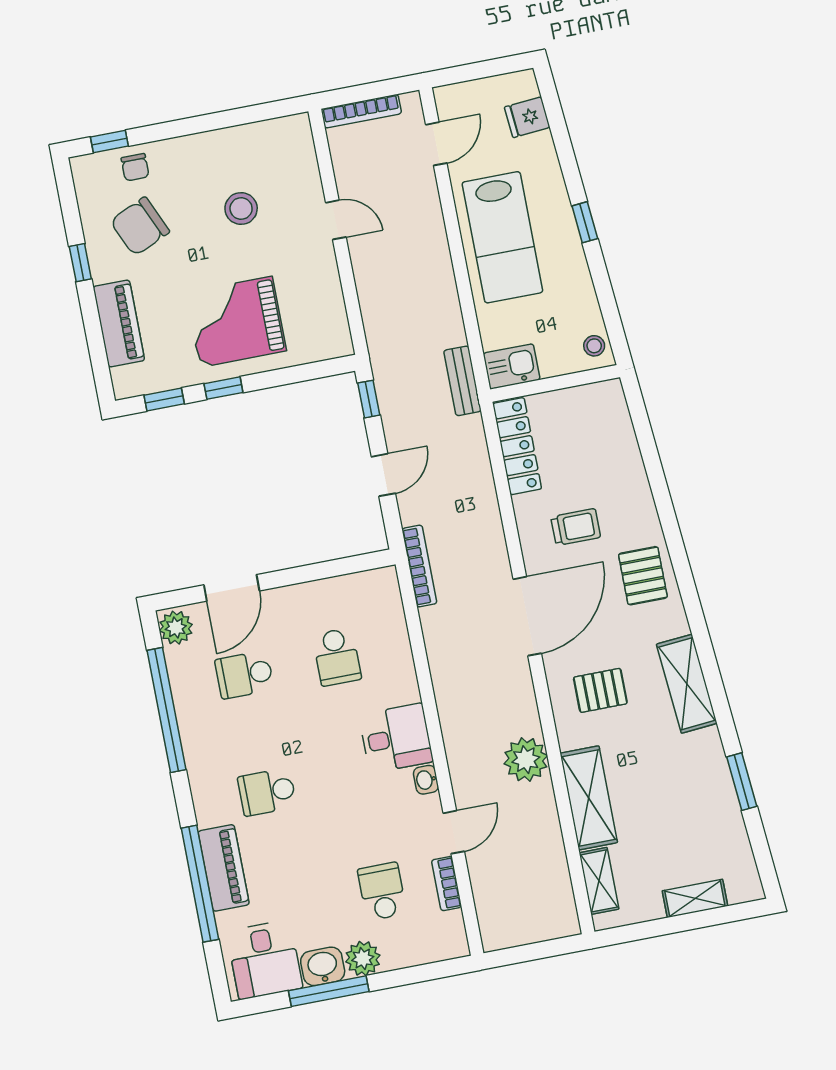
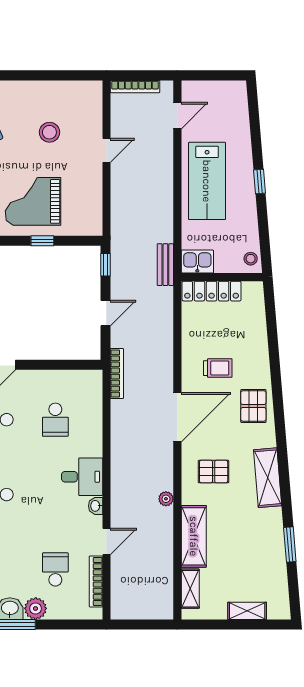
fridge: (527, 117) -> (237, 110), removed
door: (336, 220) -> (106, 150), hinge flipped
window: (223, 388) -> (42, 241), moved
locker: (517, 446) -> (212, 291), moved, turned 90
plant: (526, 760) -> (166, 499), width x0.53, depth x0.53
bookcase: (447, 884) -> (96, 581), width x1.56

